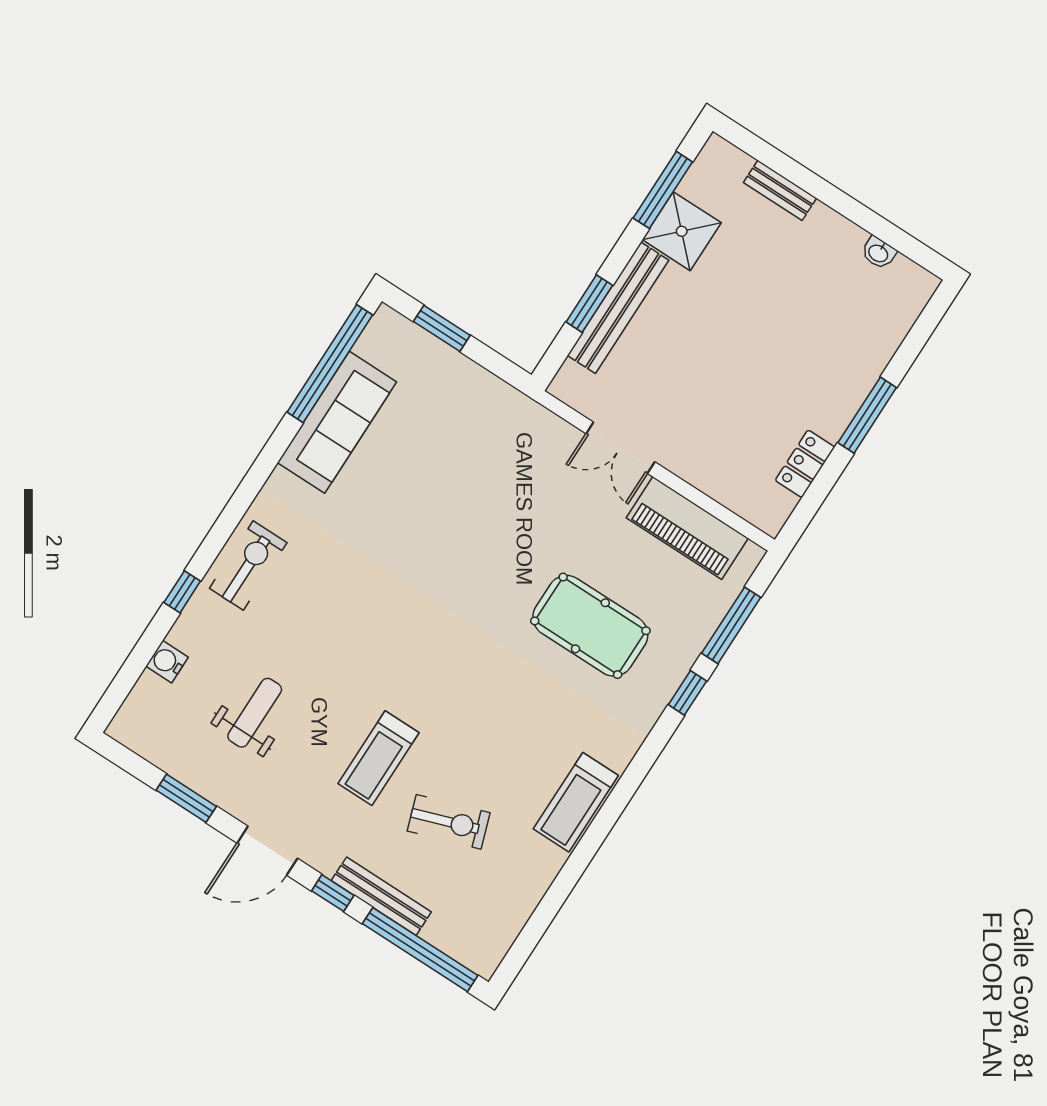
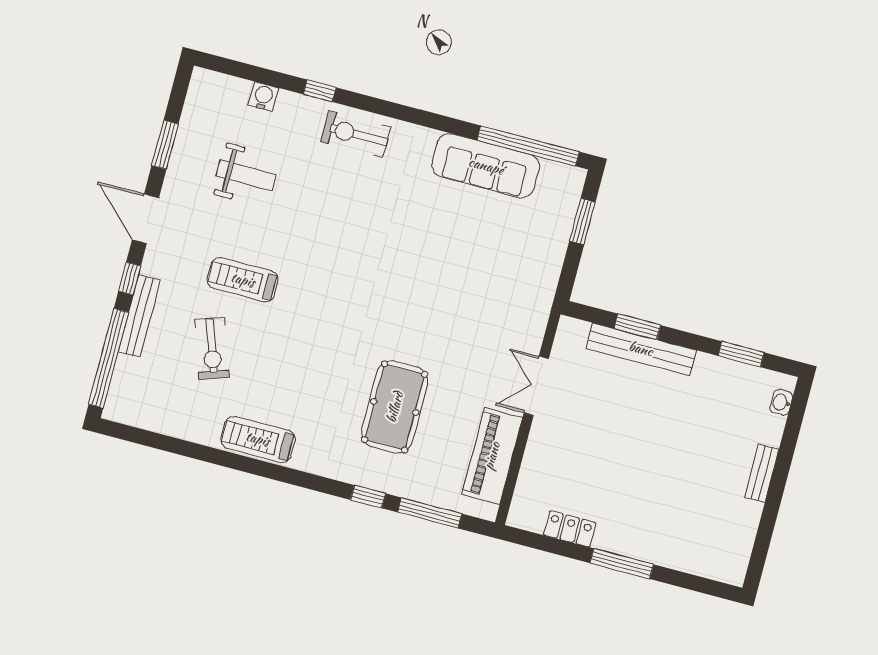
window: (663, 190) -> (741, 354), width x0.69
bench: (780, 190) -> (762, 473), moved
shower: (682, 231) -> (715, 379), removed
washbasin: (879, 253) -> (781, 402), moved
exercise bike: (248, 566) -> (356, 134), turned 180

